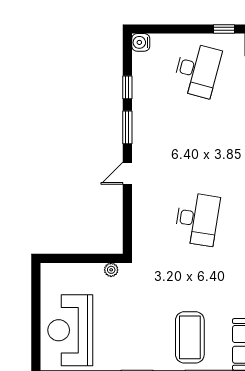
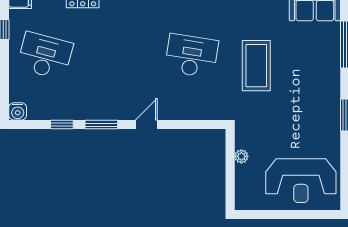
door: (127, 173) -> (146, 125), swing flipped
plant: (111, 270) -> (241, 156), moved
coffee table: (190, 337) -> (256, 66), moved, turned 90

